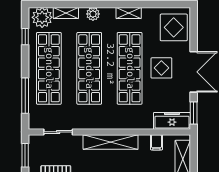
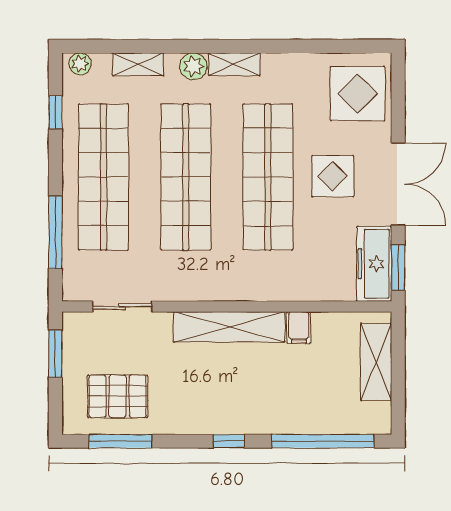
shelving: (129, 13) -> (234, 64), moved
plant: (42, 17) -> (80, 64), width x0.53, depth x0.53
freezer: (172, 121) -> (374, 264), moved, turned -90
filing cabinet: (156, 142) -> (299, 328), moved

